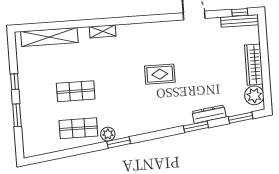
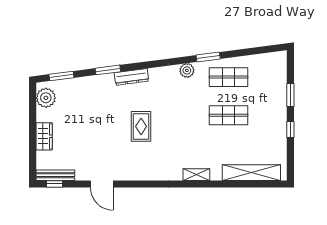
wardrobe: (254, 65) -> (44, 136), width x0.67
rug: (160, 74) -> (141, 126), turned 90
dresser: (209, 114) -> (131, 77), moved
plant: (108, 134) -> (187, 70), moved
window: (119, 142) -> (208, 57), moved

